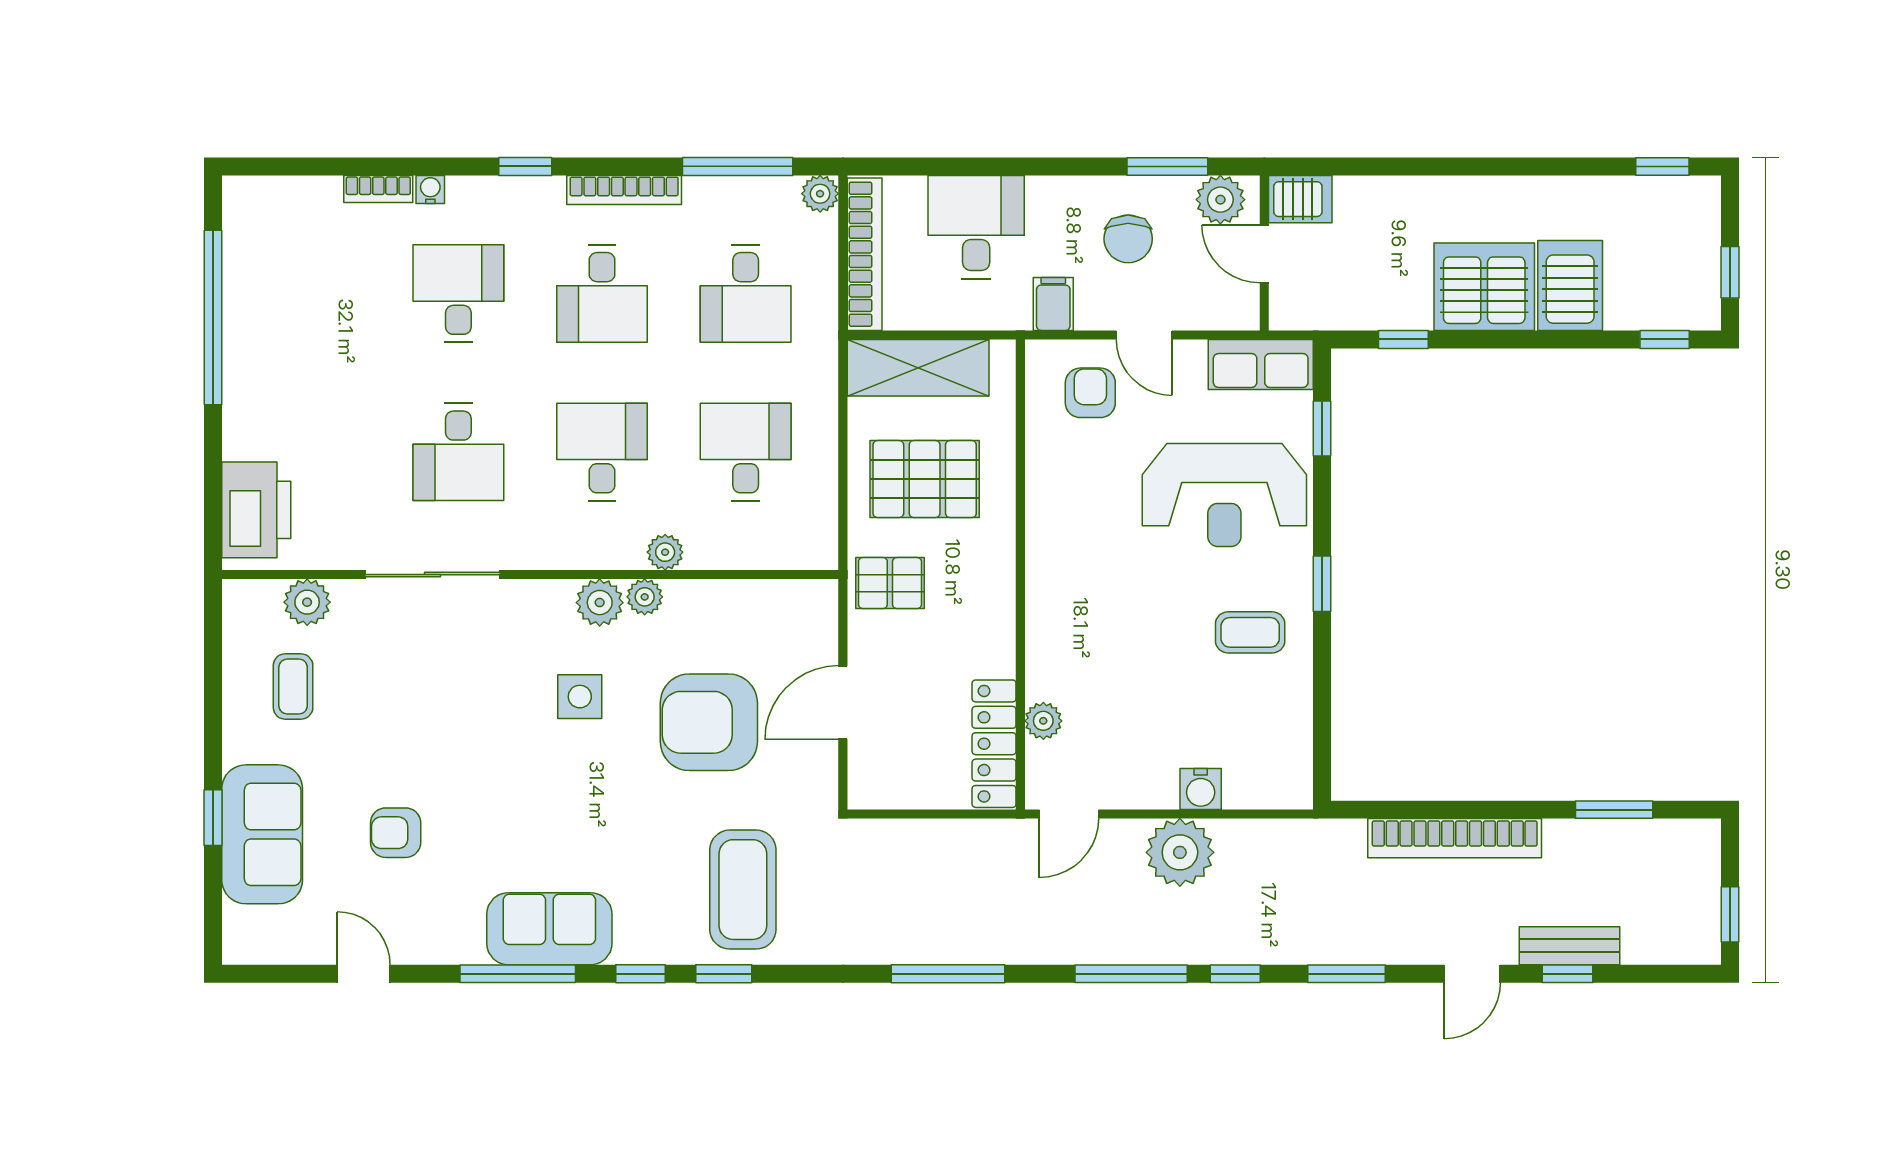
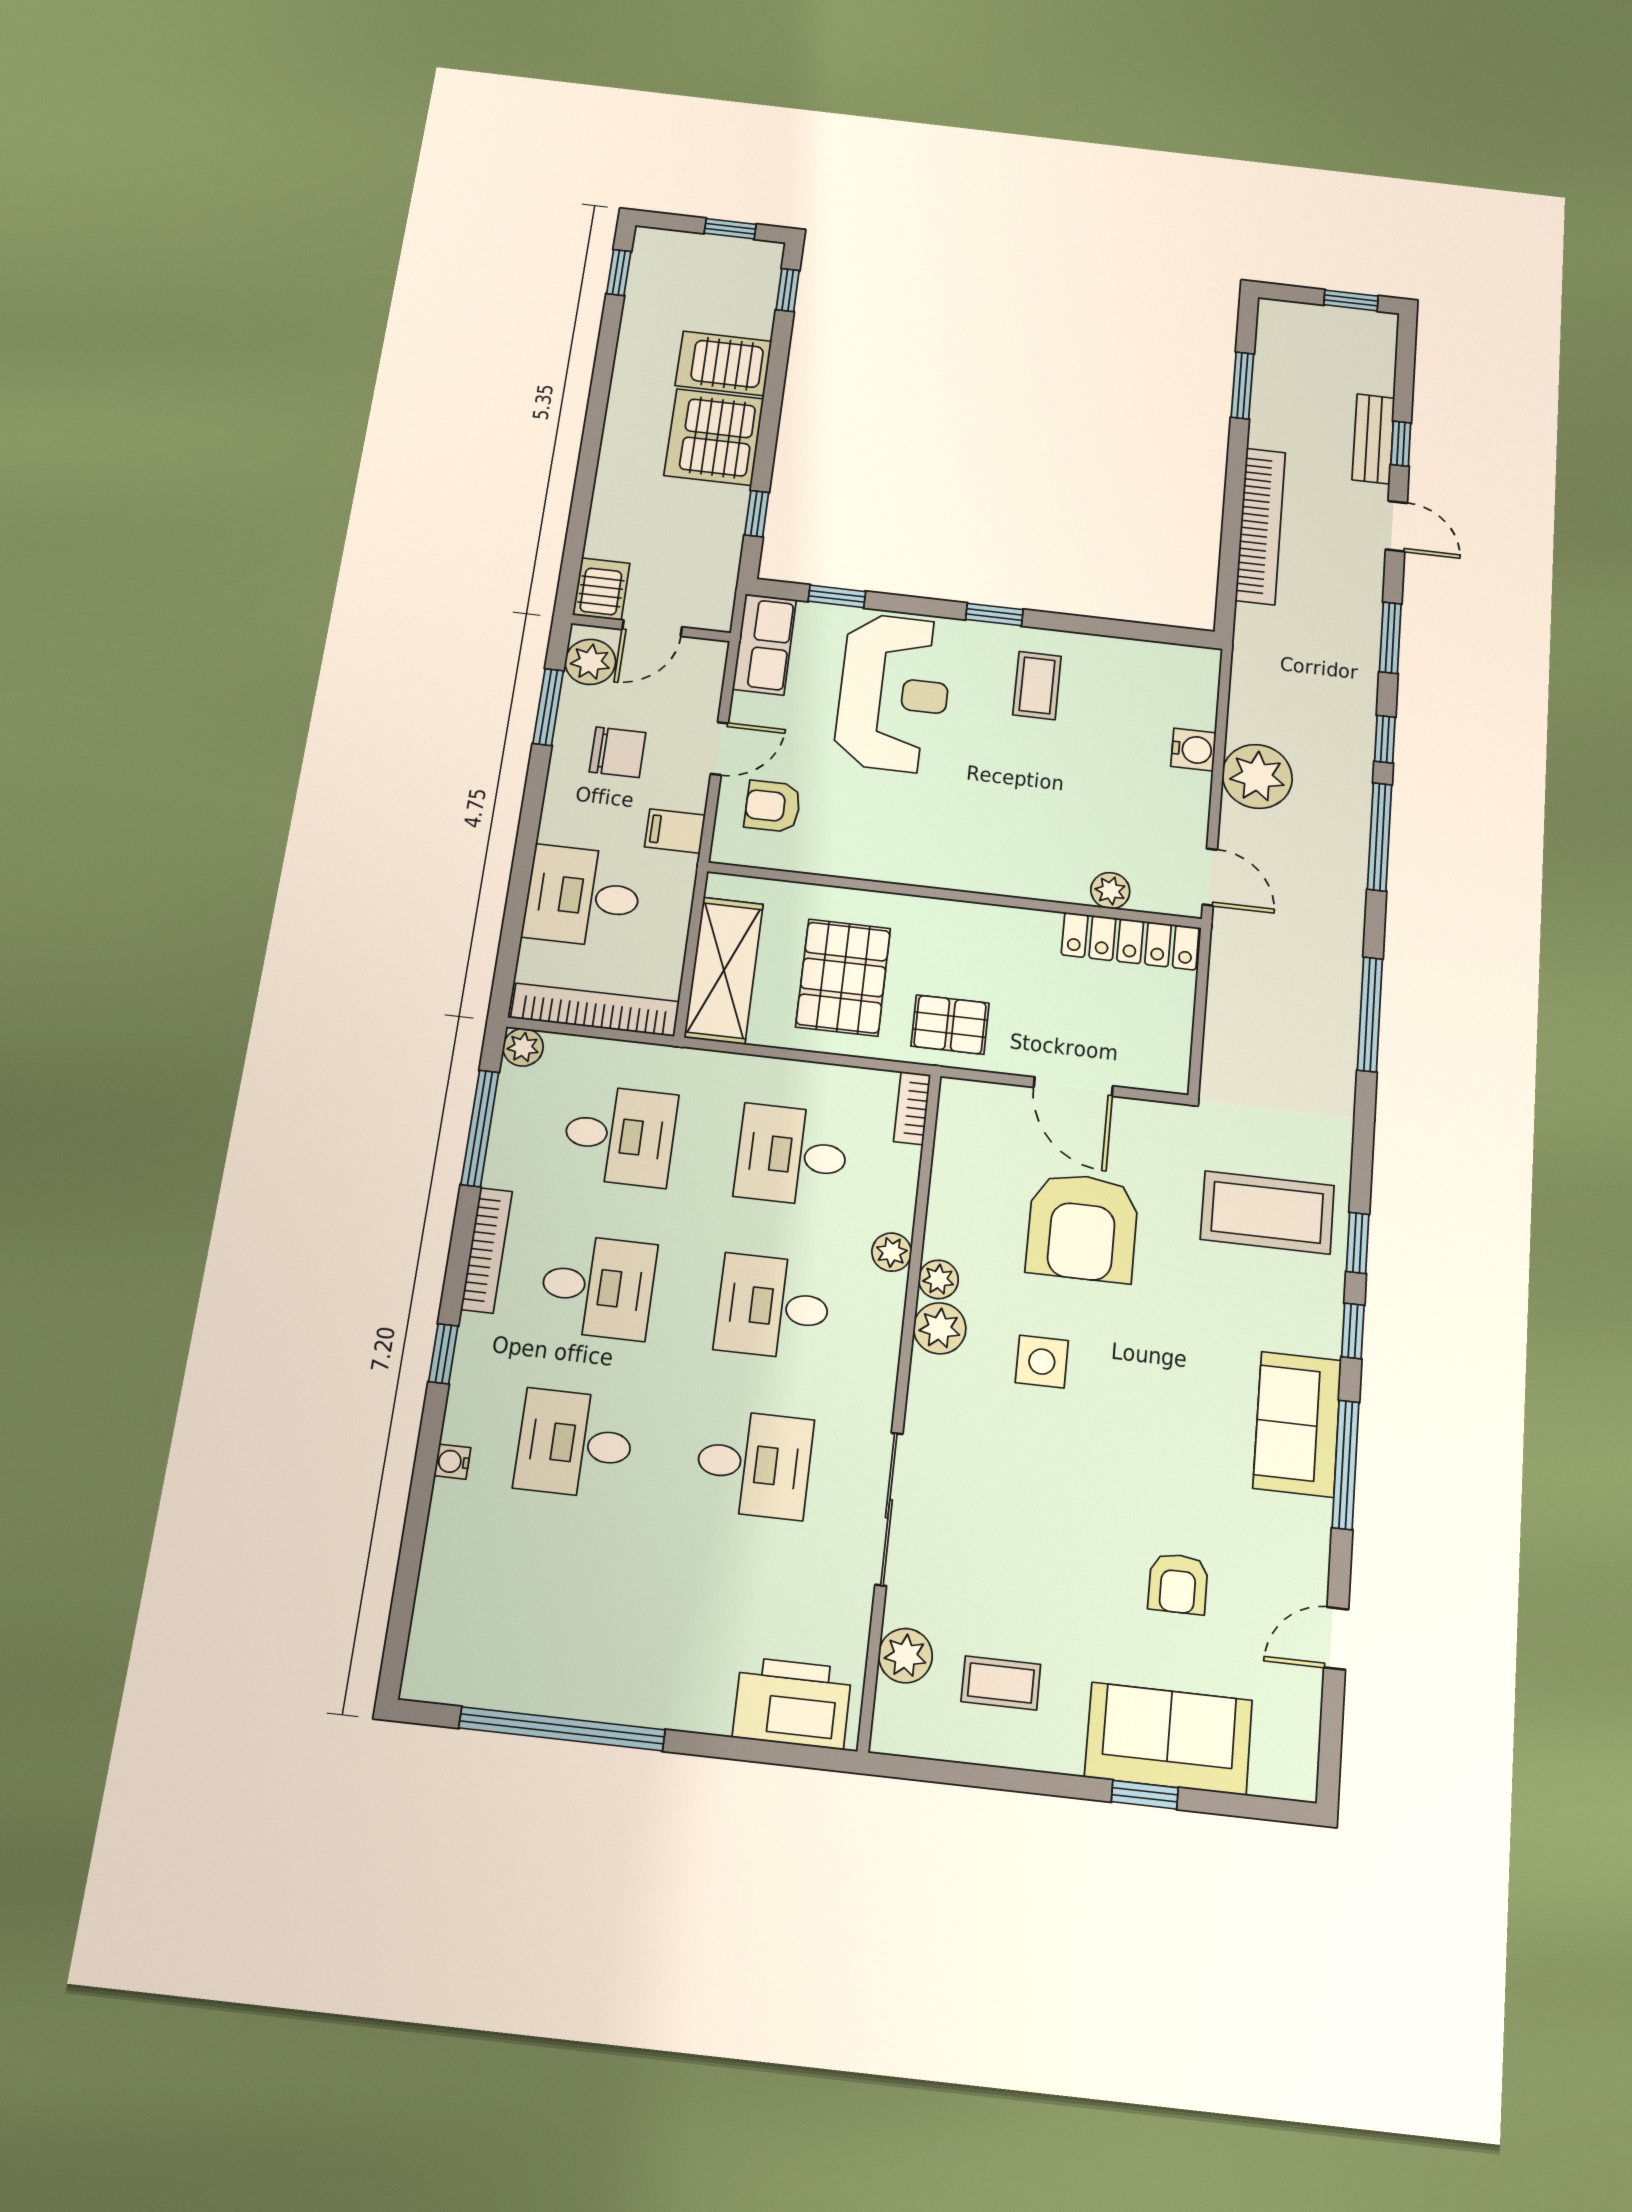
bookcase: (378, 189) -> (912, 1108), moved, turned 180
pallet: (890, 583) -> (950, 1025), turned 90

